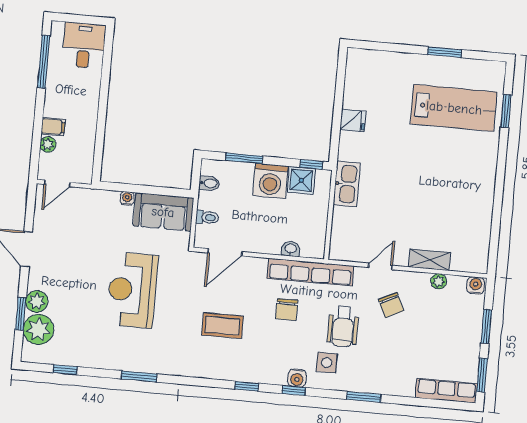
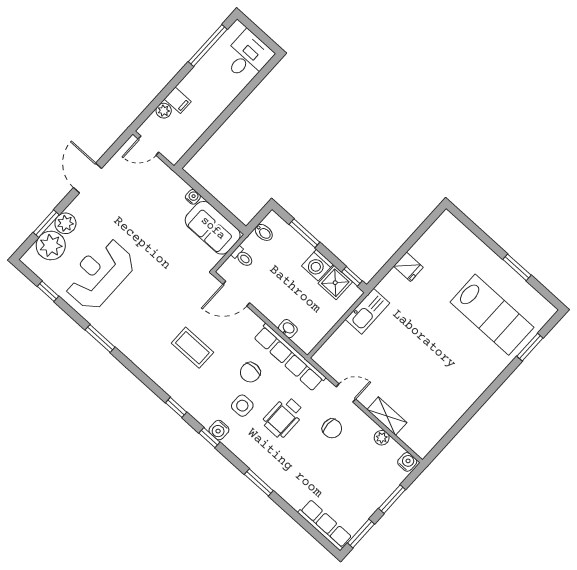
washing machine: (270, 181) -> (317, 265), width x0.73, depth x0.73
reception desk: (132, 290) -> (100, 274), moved
chair: (391, 305) -> (332, 428), turned -64
side table: (327, 363) -> (242, 406), moved

